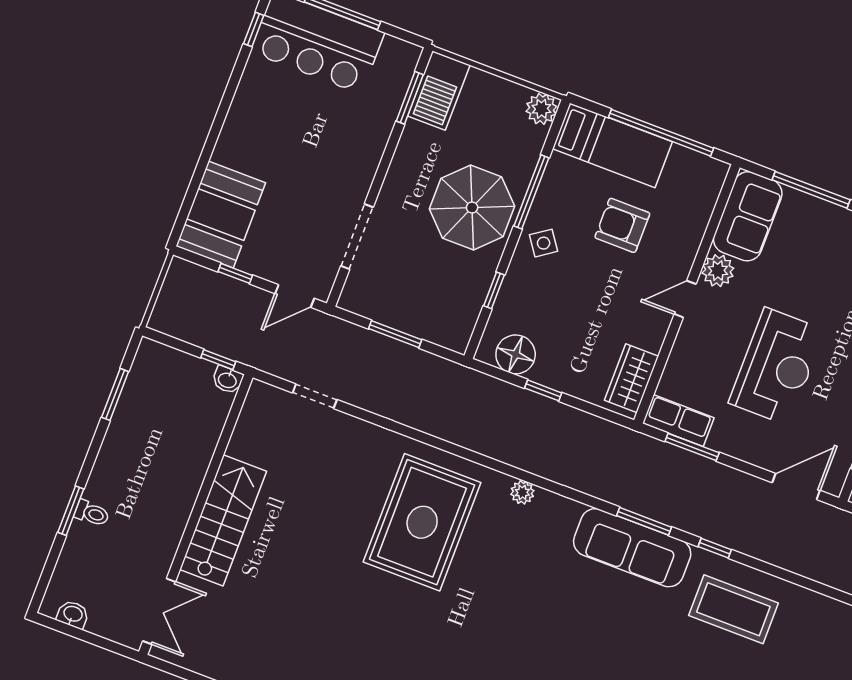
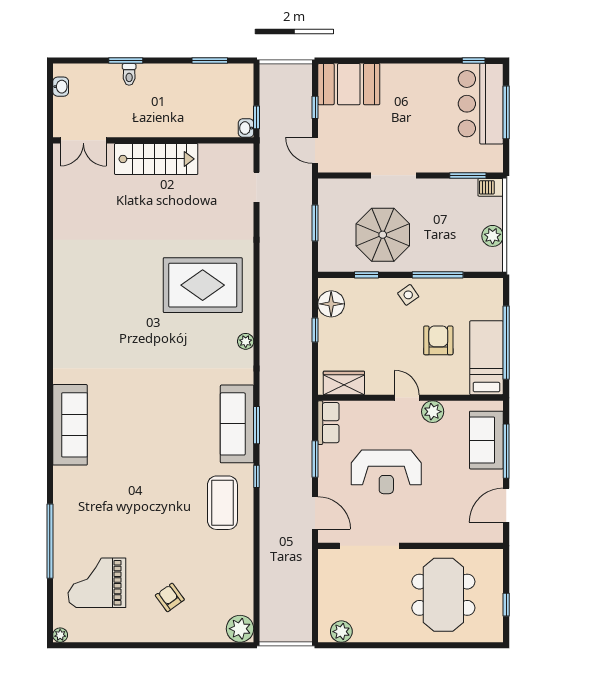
barbecue: (439, 90) -> (491, 187), width x0.53, depth x0.65
plant: (541, 109) -> (493, 236), moved
bed: (612, 145) -> (486, 358), moved, turned 180
parasol: (472, 208) -> (383, 235), moved
sofa: (748, 216) -> (486, 440), moved, turned 90
doorway: (357, 237) -> (394, 175), moved
window: (692, 447) -> (315, 459), moved

